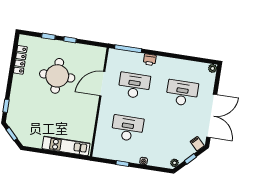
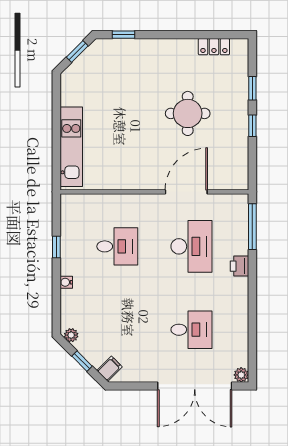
locker: (20, 60) -> (214, 47), width x0.66
round table: (57, 76) -> (188, 113), width x0.73, depth x0.73
door: (102, 84) -> (186, 192), hinge flipped
desk: (182, 93) -> (191, 330), width x0.73
double door: (212, 116) -> (195, 386), moved
desk: (127, 128) -> (117, 246), width x0.73

